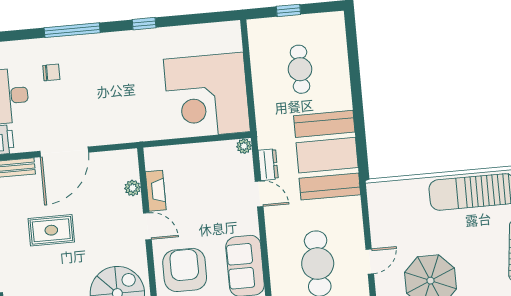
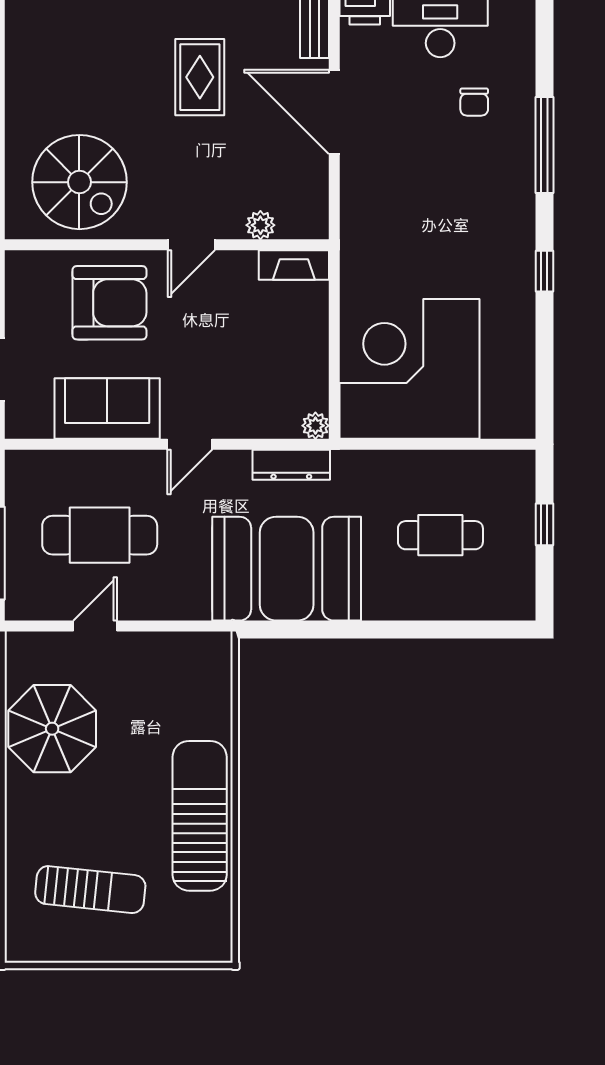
dresser: (268, 165) -> (291, 465), width x1.44
fireplace: (156, 191) -> (294, 265), moved
door: (259, 194) -> (190, 444), moved
door: (370, 261) -> (95, 626), swing flipped

